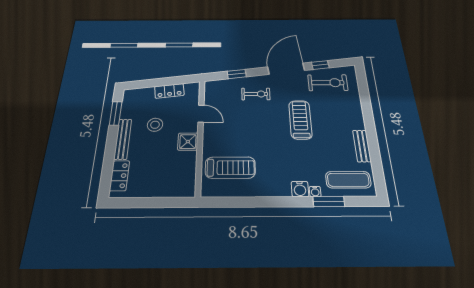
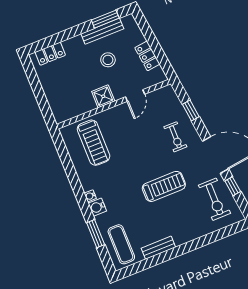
bench: (123, 139) -> (102, 31), moved
water cooler: (315, 192) -> (90, 196), moved

